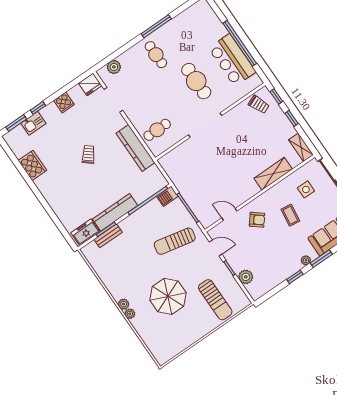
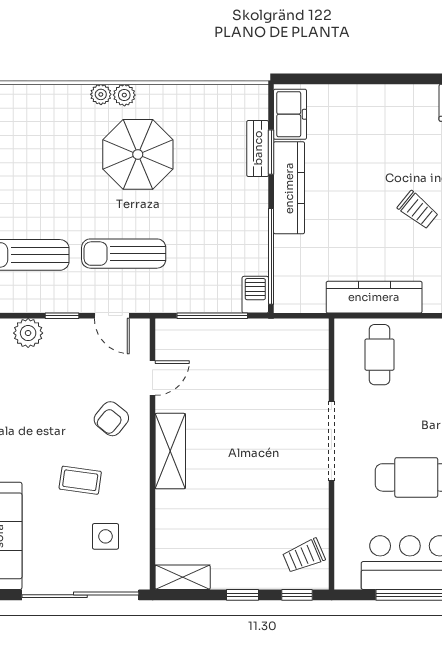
shelving: (273, 174) -> (170, 451), moved
sun lounger: (175, 241) -> (124, 254), moved, turned -102
door: (216, 248) -> (112, 316), hinge flipped
parasol: (168, 296) -> (138, 154), moved

